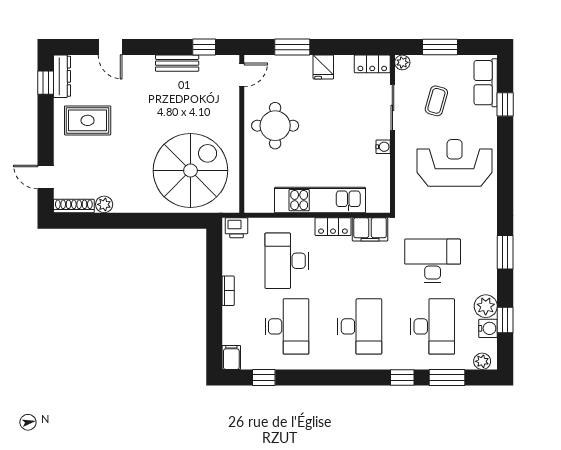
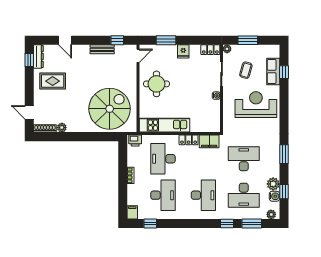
row of seats: (486, 83) -> (273, 71), moved
kitchen unit: (320, 200) -> (164, 125), moved
desk: (433, 326) -> (244, 195), turned 90

